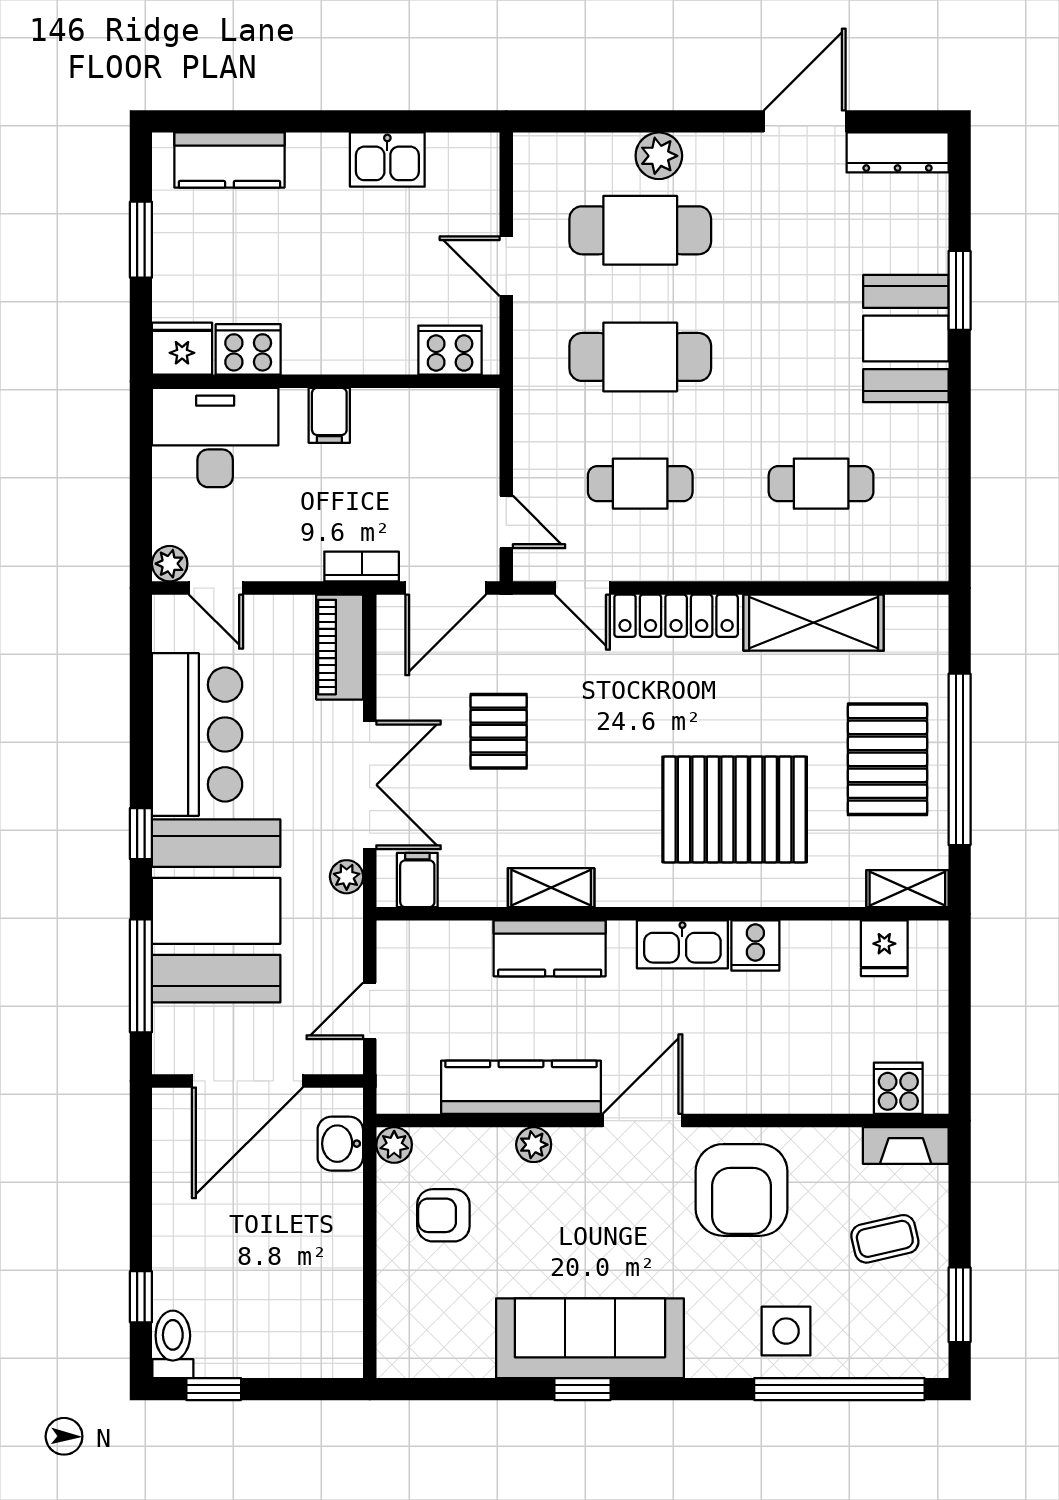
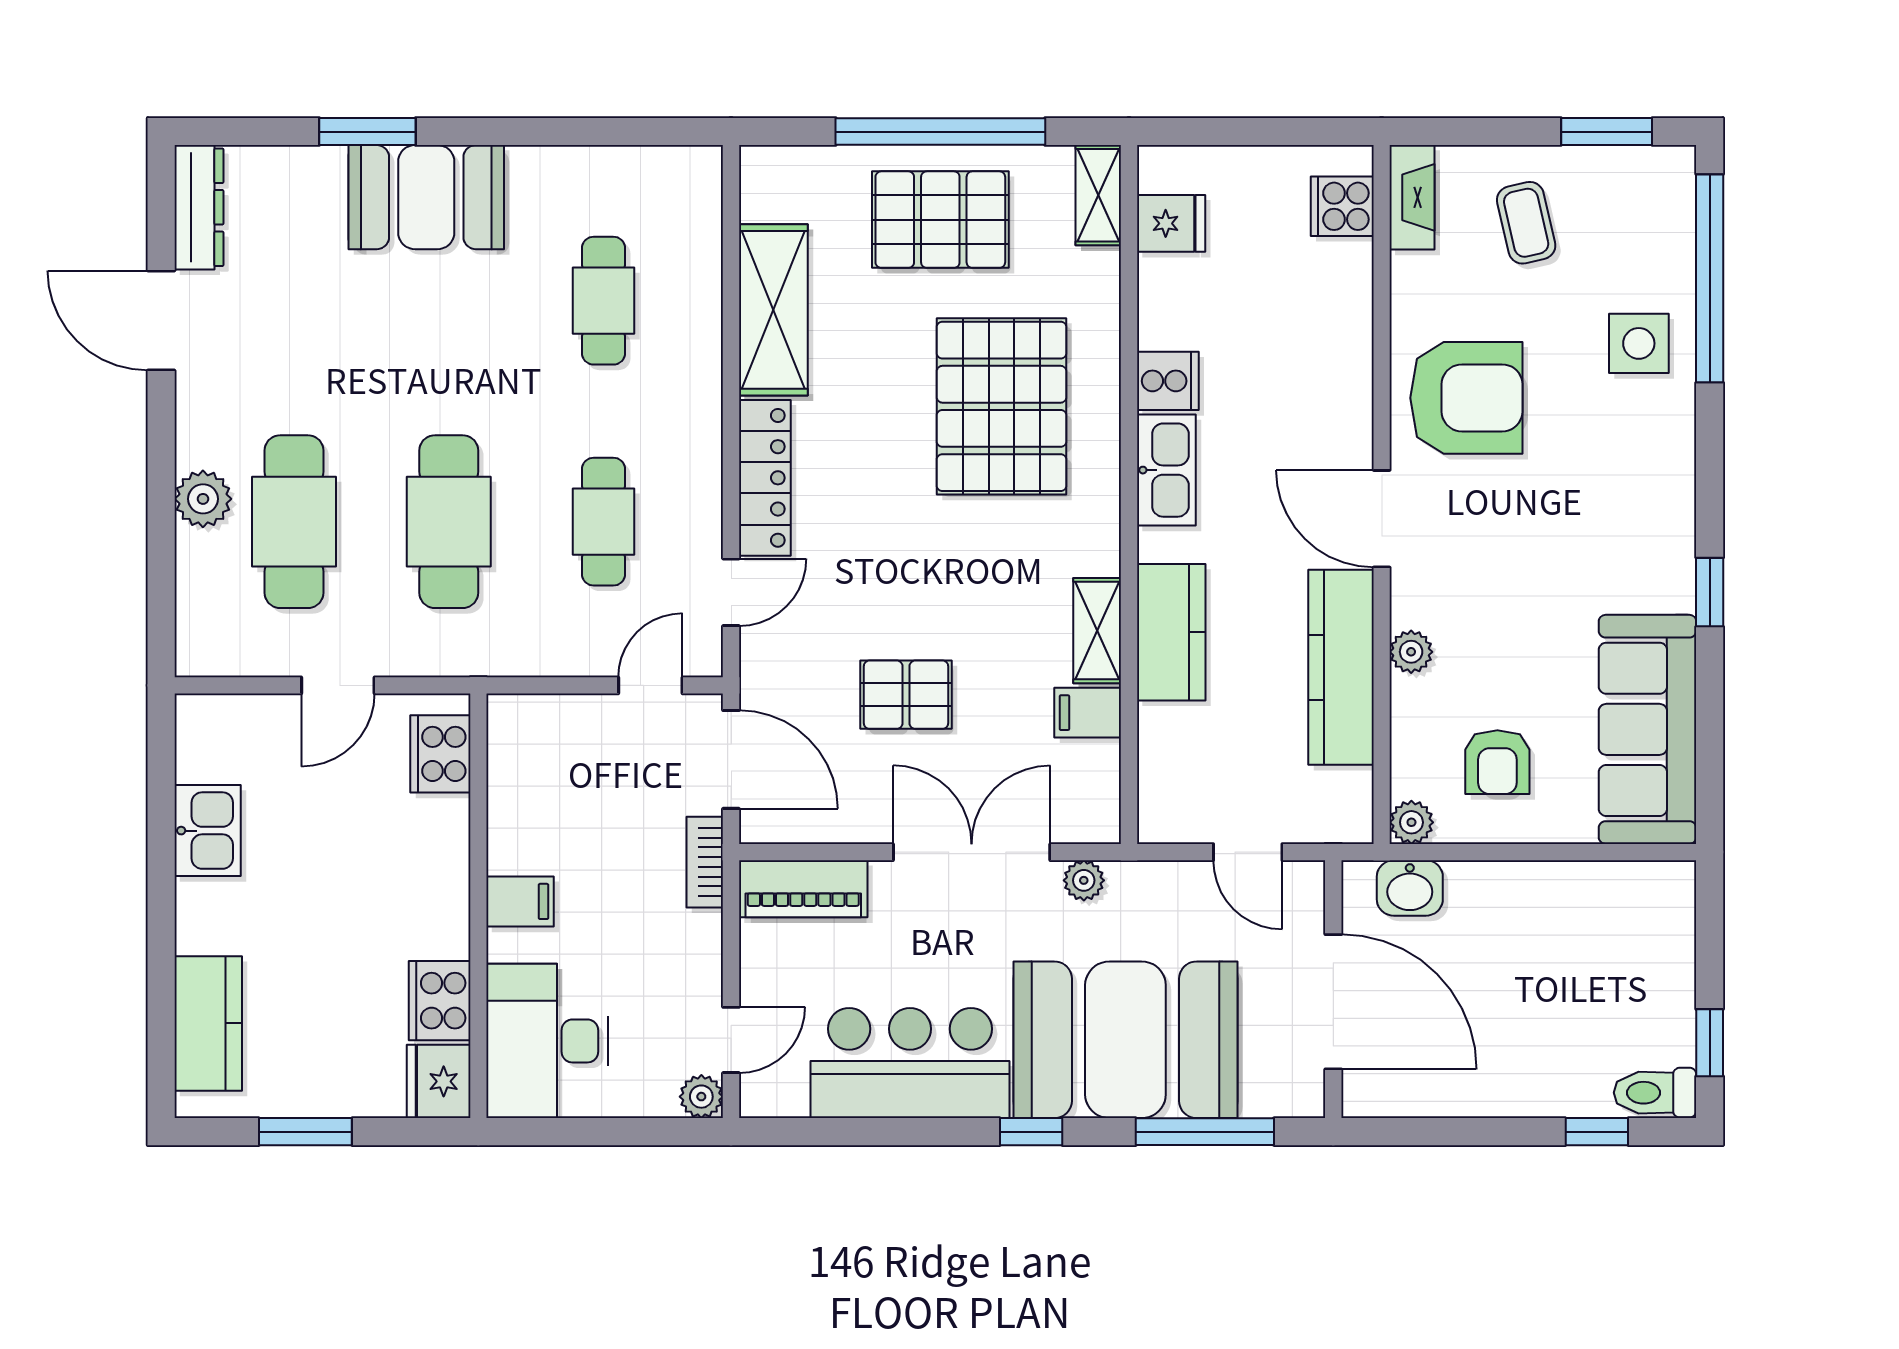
filing cabinet: (417, 880) -> (1088, 713), moved
sofa: (590, 1338) -> (1648, 729), moved

